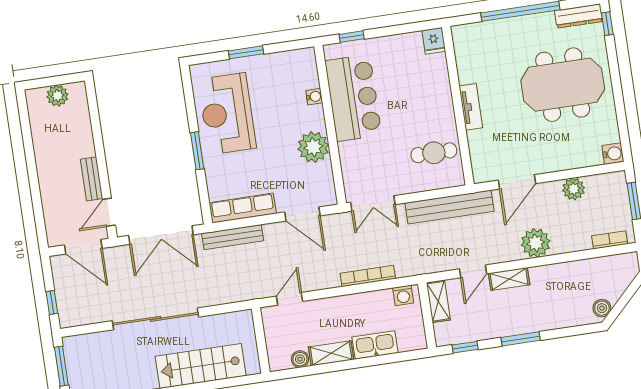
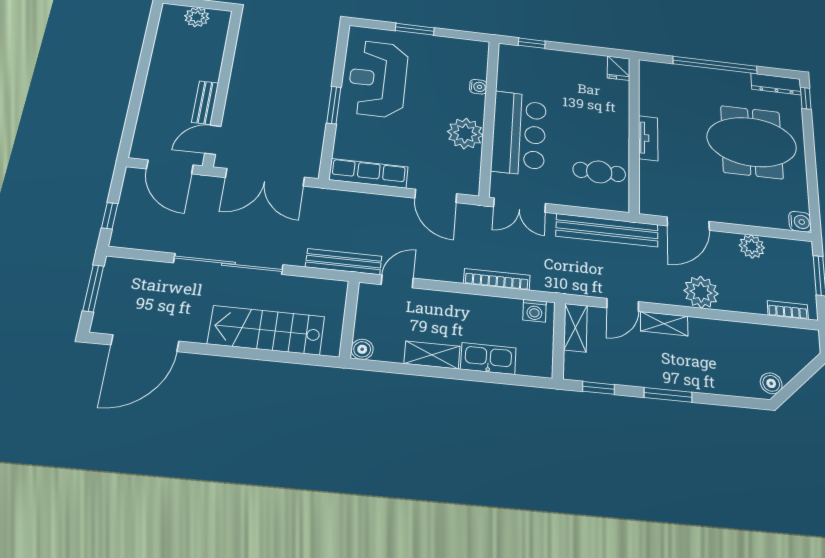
bar counter: (353, 98) -> (519, 133), moved
bench: (233, 237) -> (344, 262), moved
boiler: (300, 359) -> (362, 349), moved

